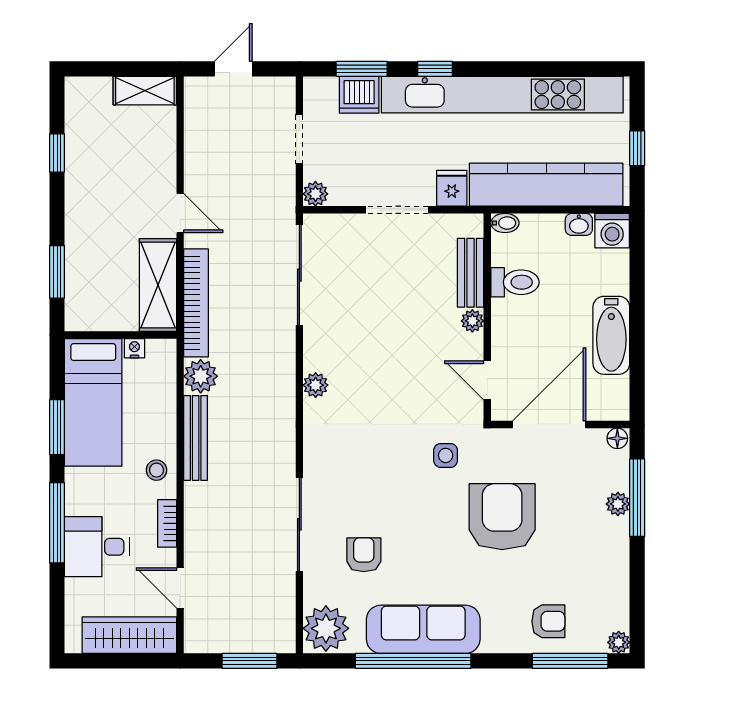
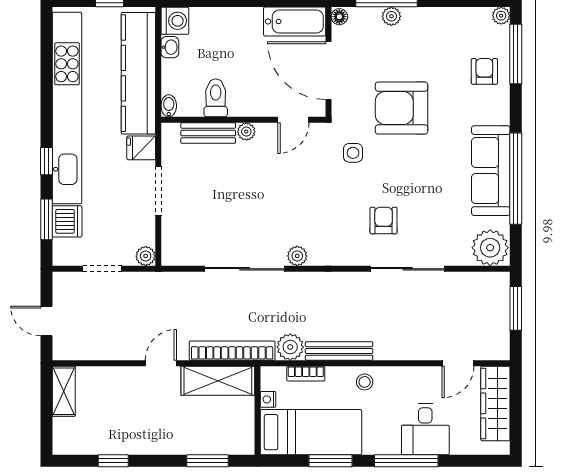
sliding door: (299, 275) -> (245, 269), moved
bathtub: (611, 335) -> (295, 21), moved
bookcase: (167, 523) -> (306, 374), moved
armchair: (364, 555) -> (384, 220), moved, turned 90

